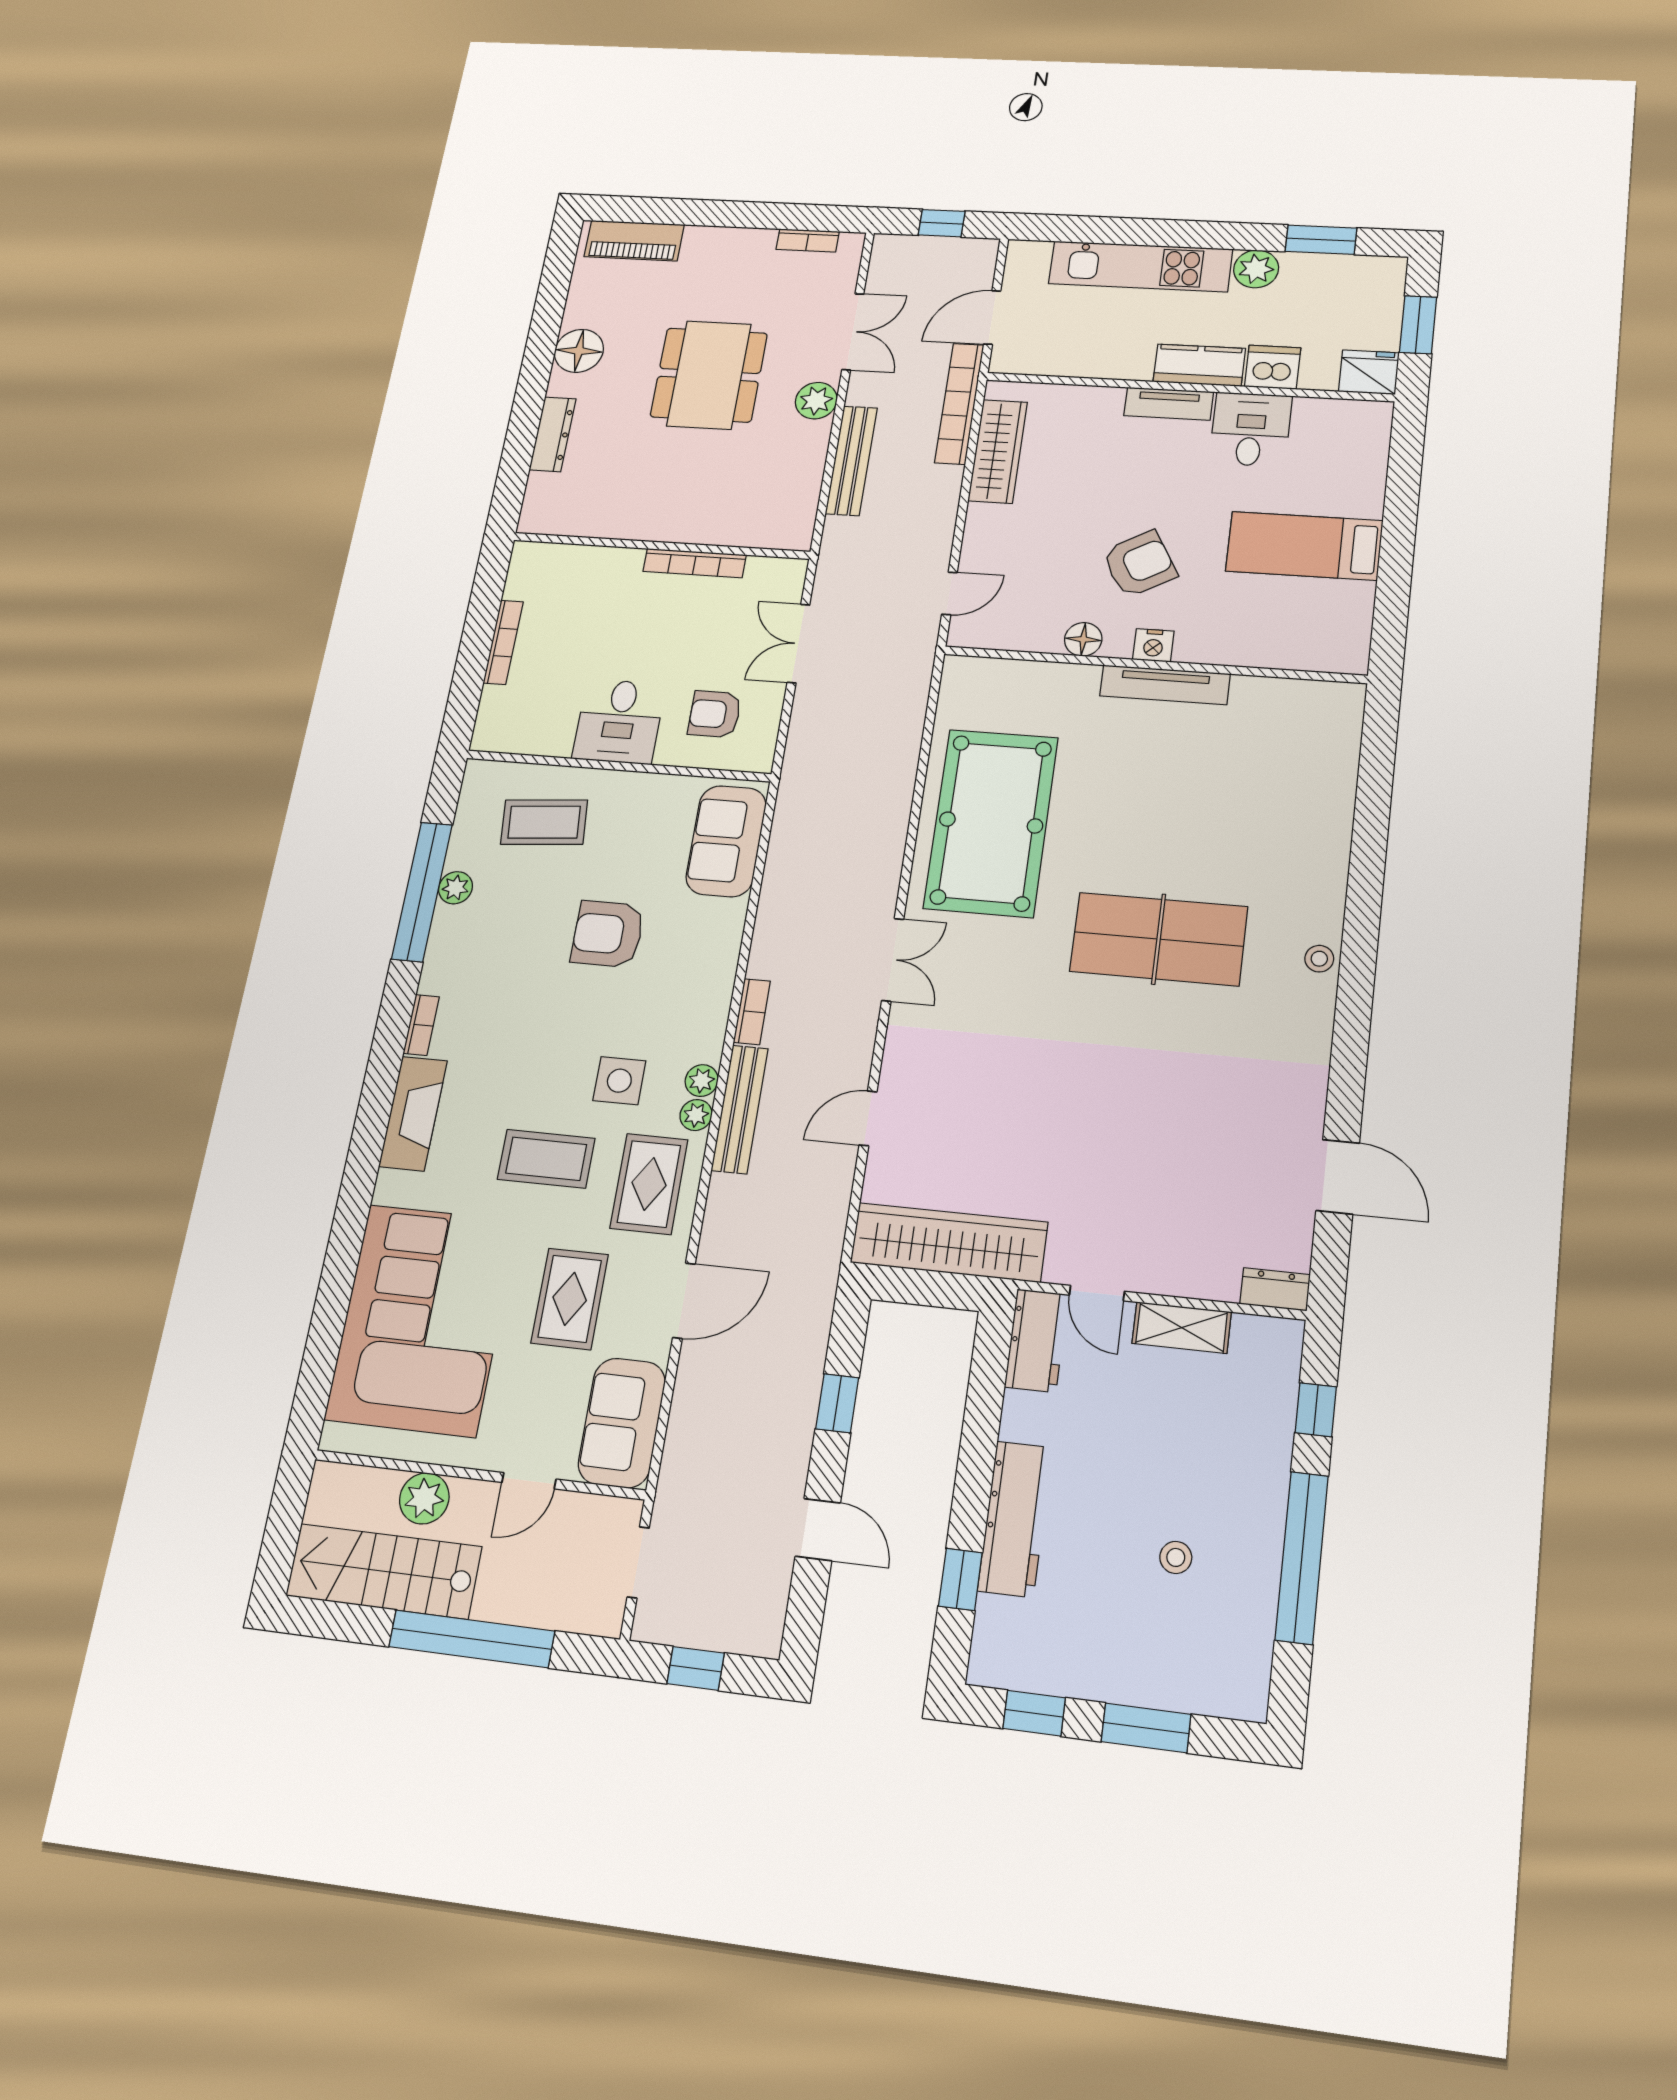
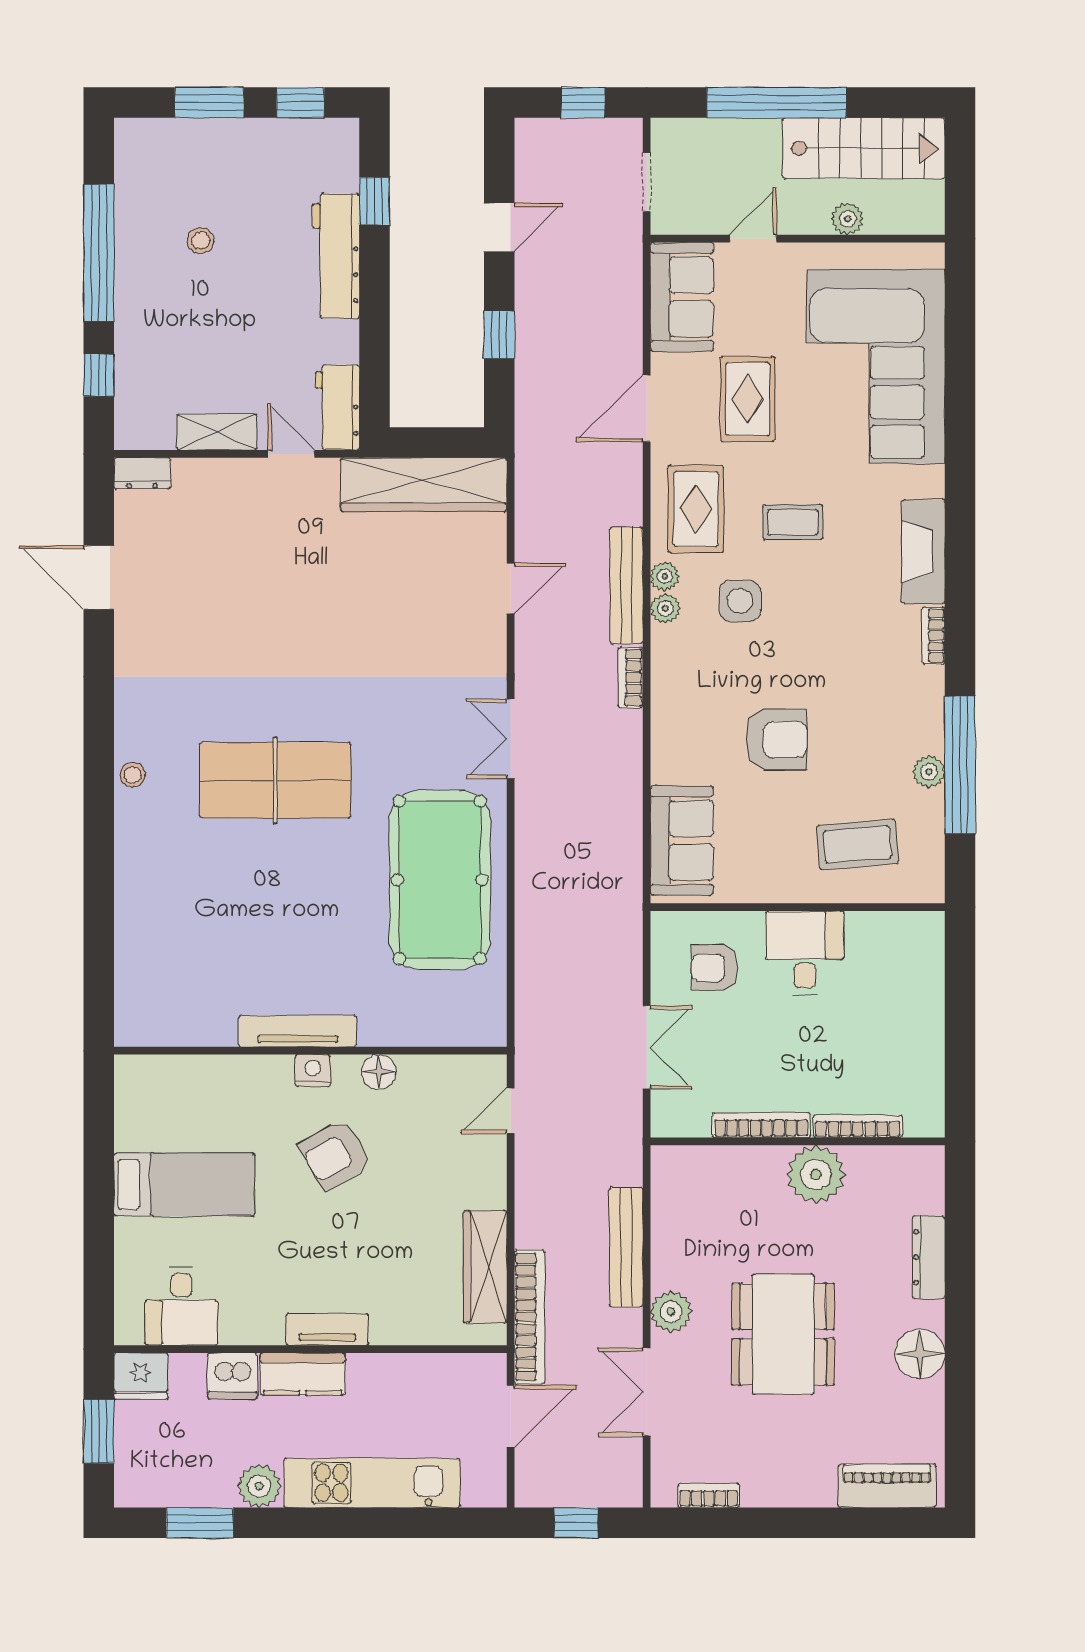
desk: (1251, 429) -> (181, 1306), moved
plant: (649, 515) -> (816, 1174), added
bookcase: (503, 642) -> (858, 1126), moved, turned 90
armchair: (715, 714) -> (714, 968), turned 180
coffee table: (546, 1159) -> (793, 522), width x0.73, depth x0.77
plant: (424, 1498) -> (847, 219), width x0.73, depth x0.73
door: (818, 1530) -> (499, 227), swing flipped

